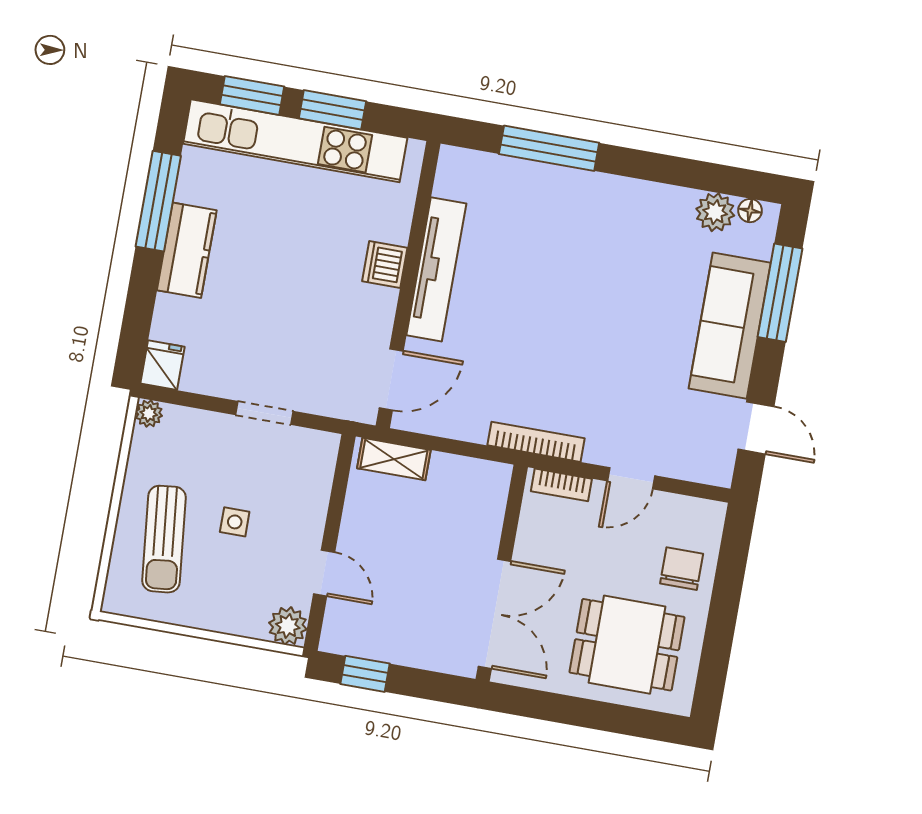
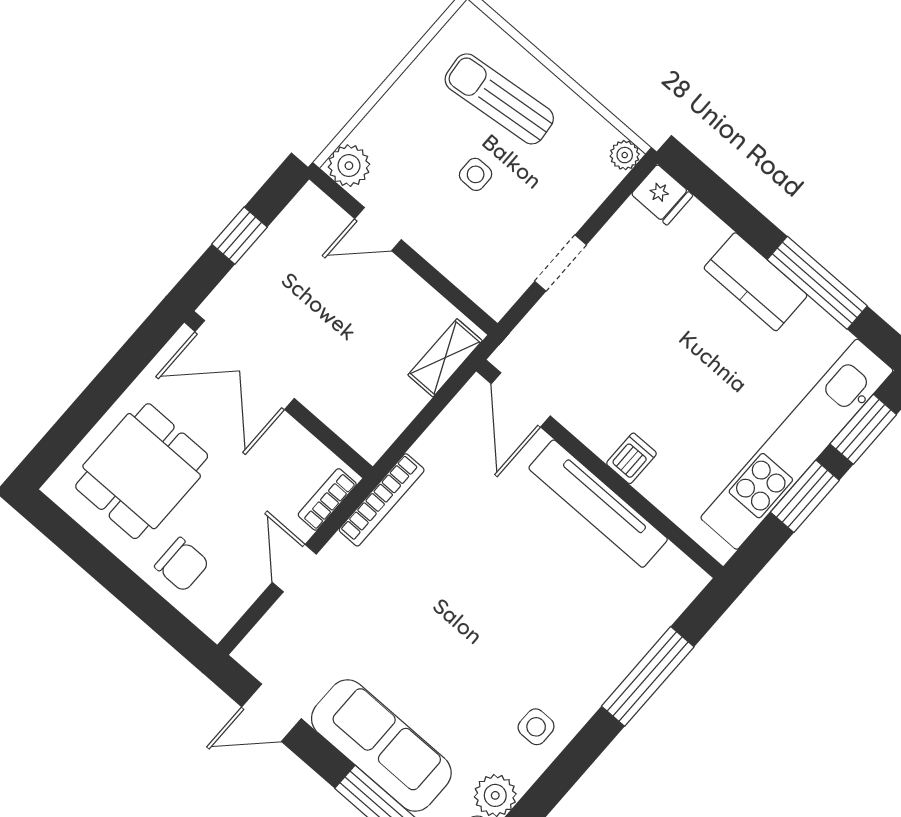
side table: (642, 212) -> (536, 727), added
dishwasher: (385, 264) -> (631, 458), width x0.73
window: (365, 674) -> (239, 236), moved

